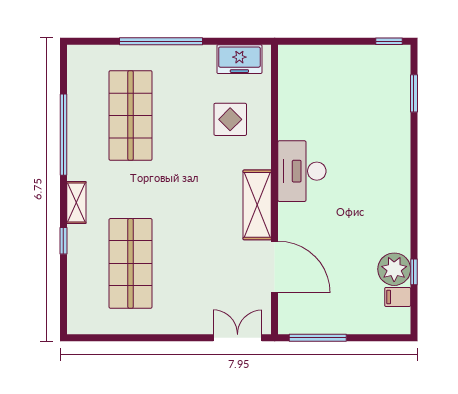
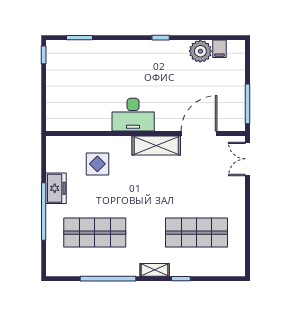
freezer: (239, 59) -> (56, 188), moved
window: (414, 272) -> (161, 38), moved

